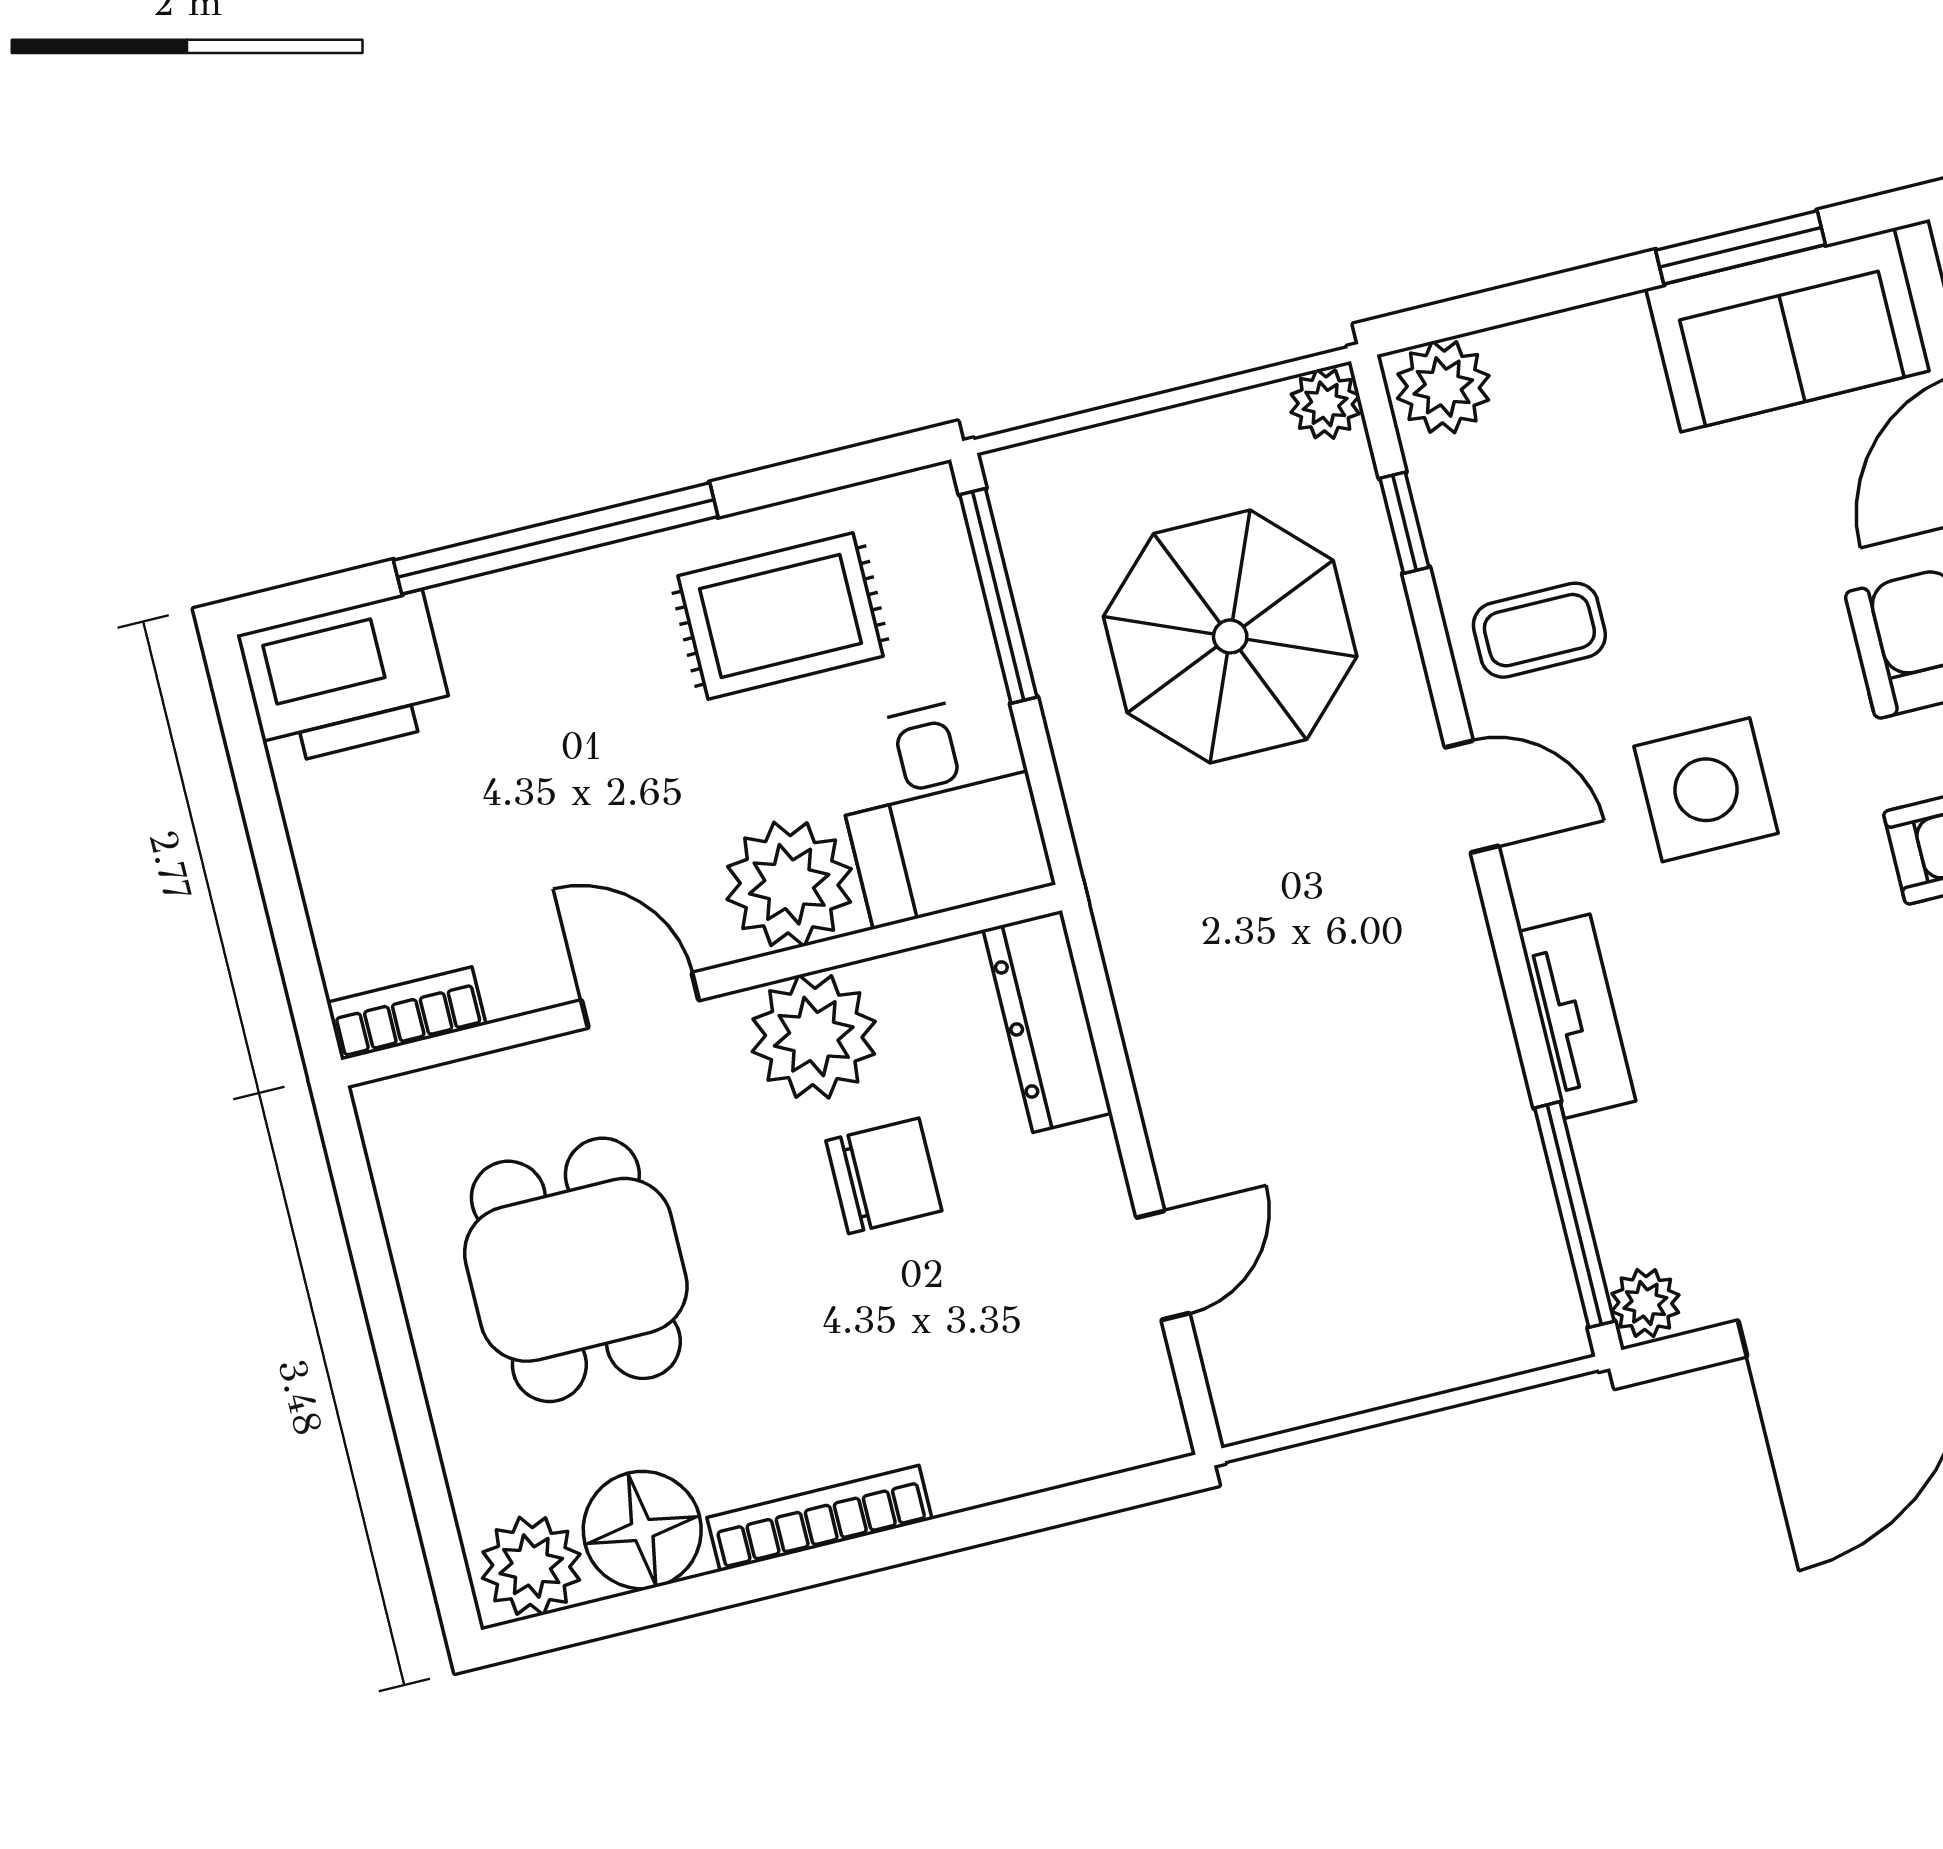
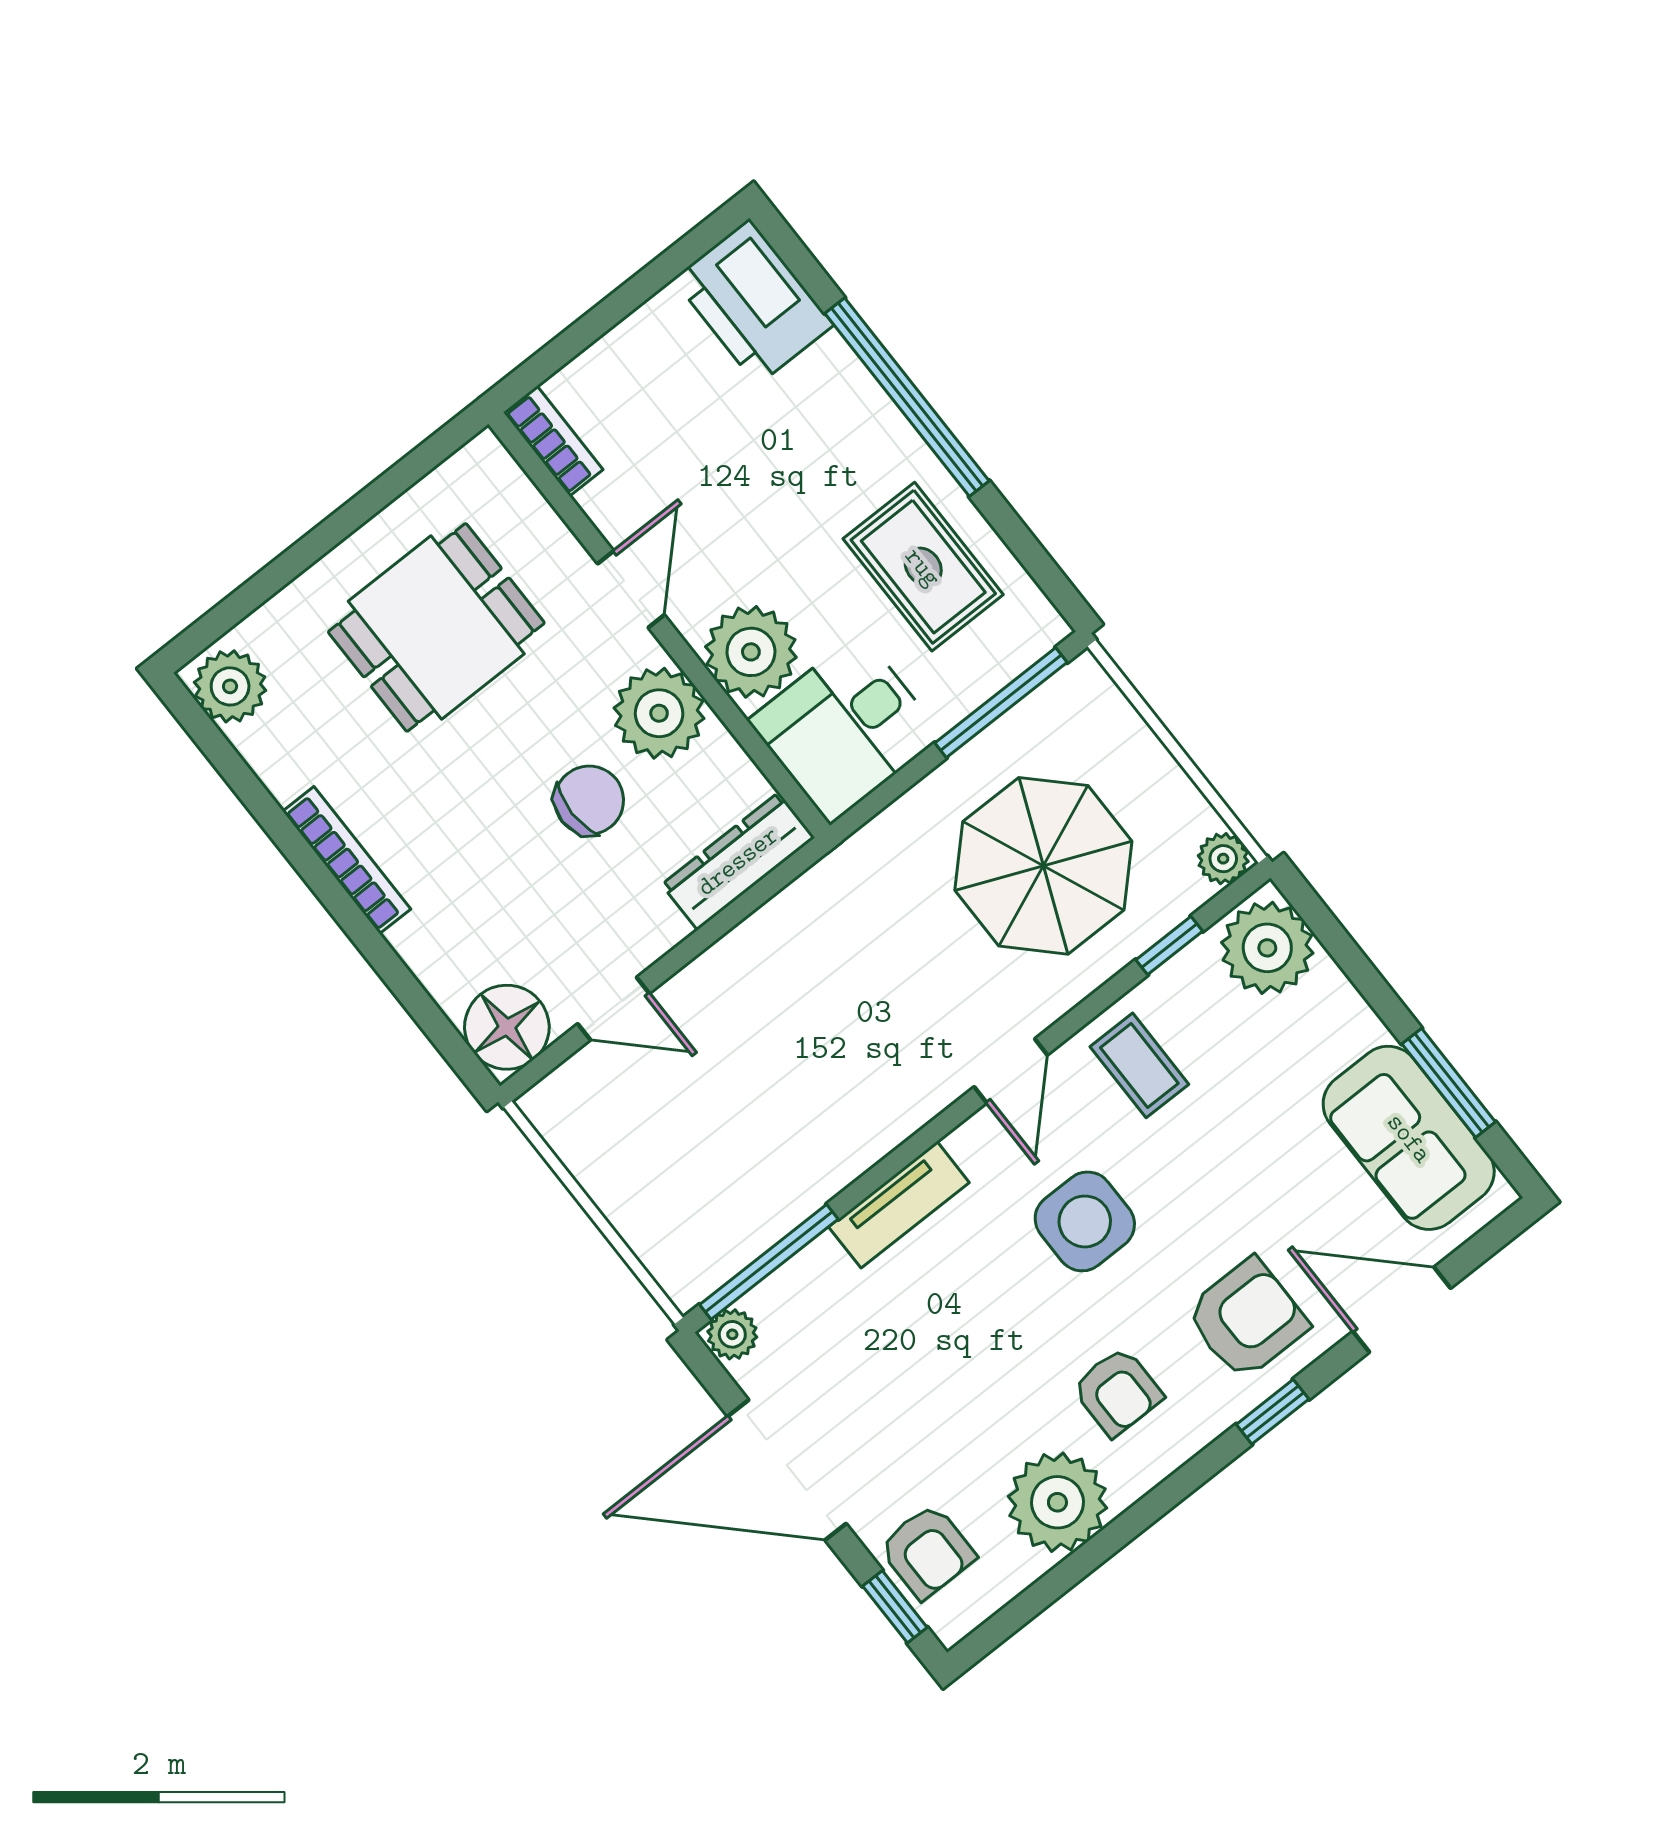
plant: (1443, 387) -> (1267, 948), width x1.36, depth x1.36
chair: (884, 1176) -> (589, 800), turned -90
floor lamp: (642, 1530) -> (507, 1027), moved

